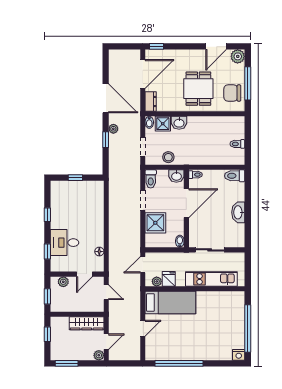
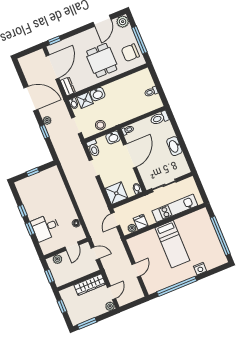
shower: (155, 223) -> (116, 193), moved
window: (47, 251) -> (30, 229), moved
bed: (170, 303) -> (172, 244), moved, turned 90
nightstand: (239, 355) -> (200, 269), moved

